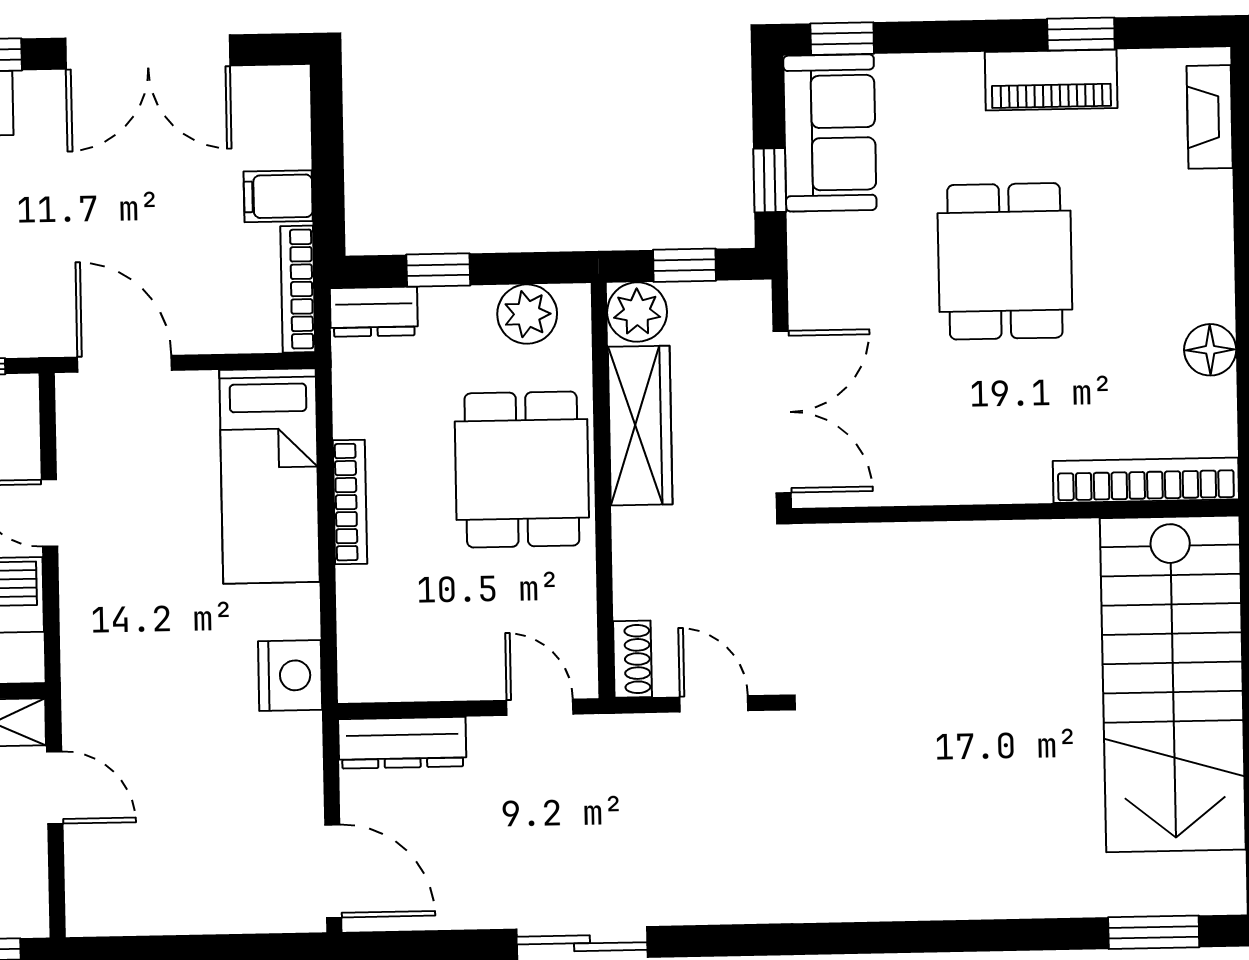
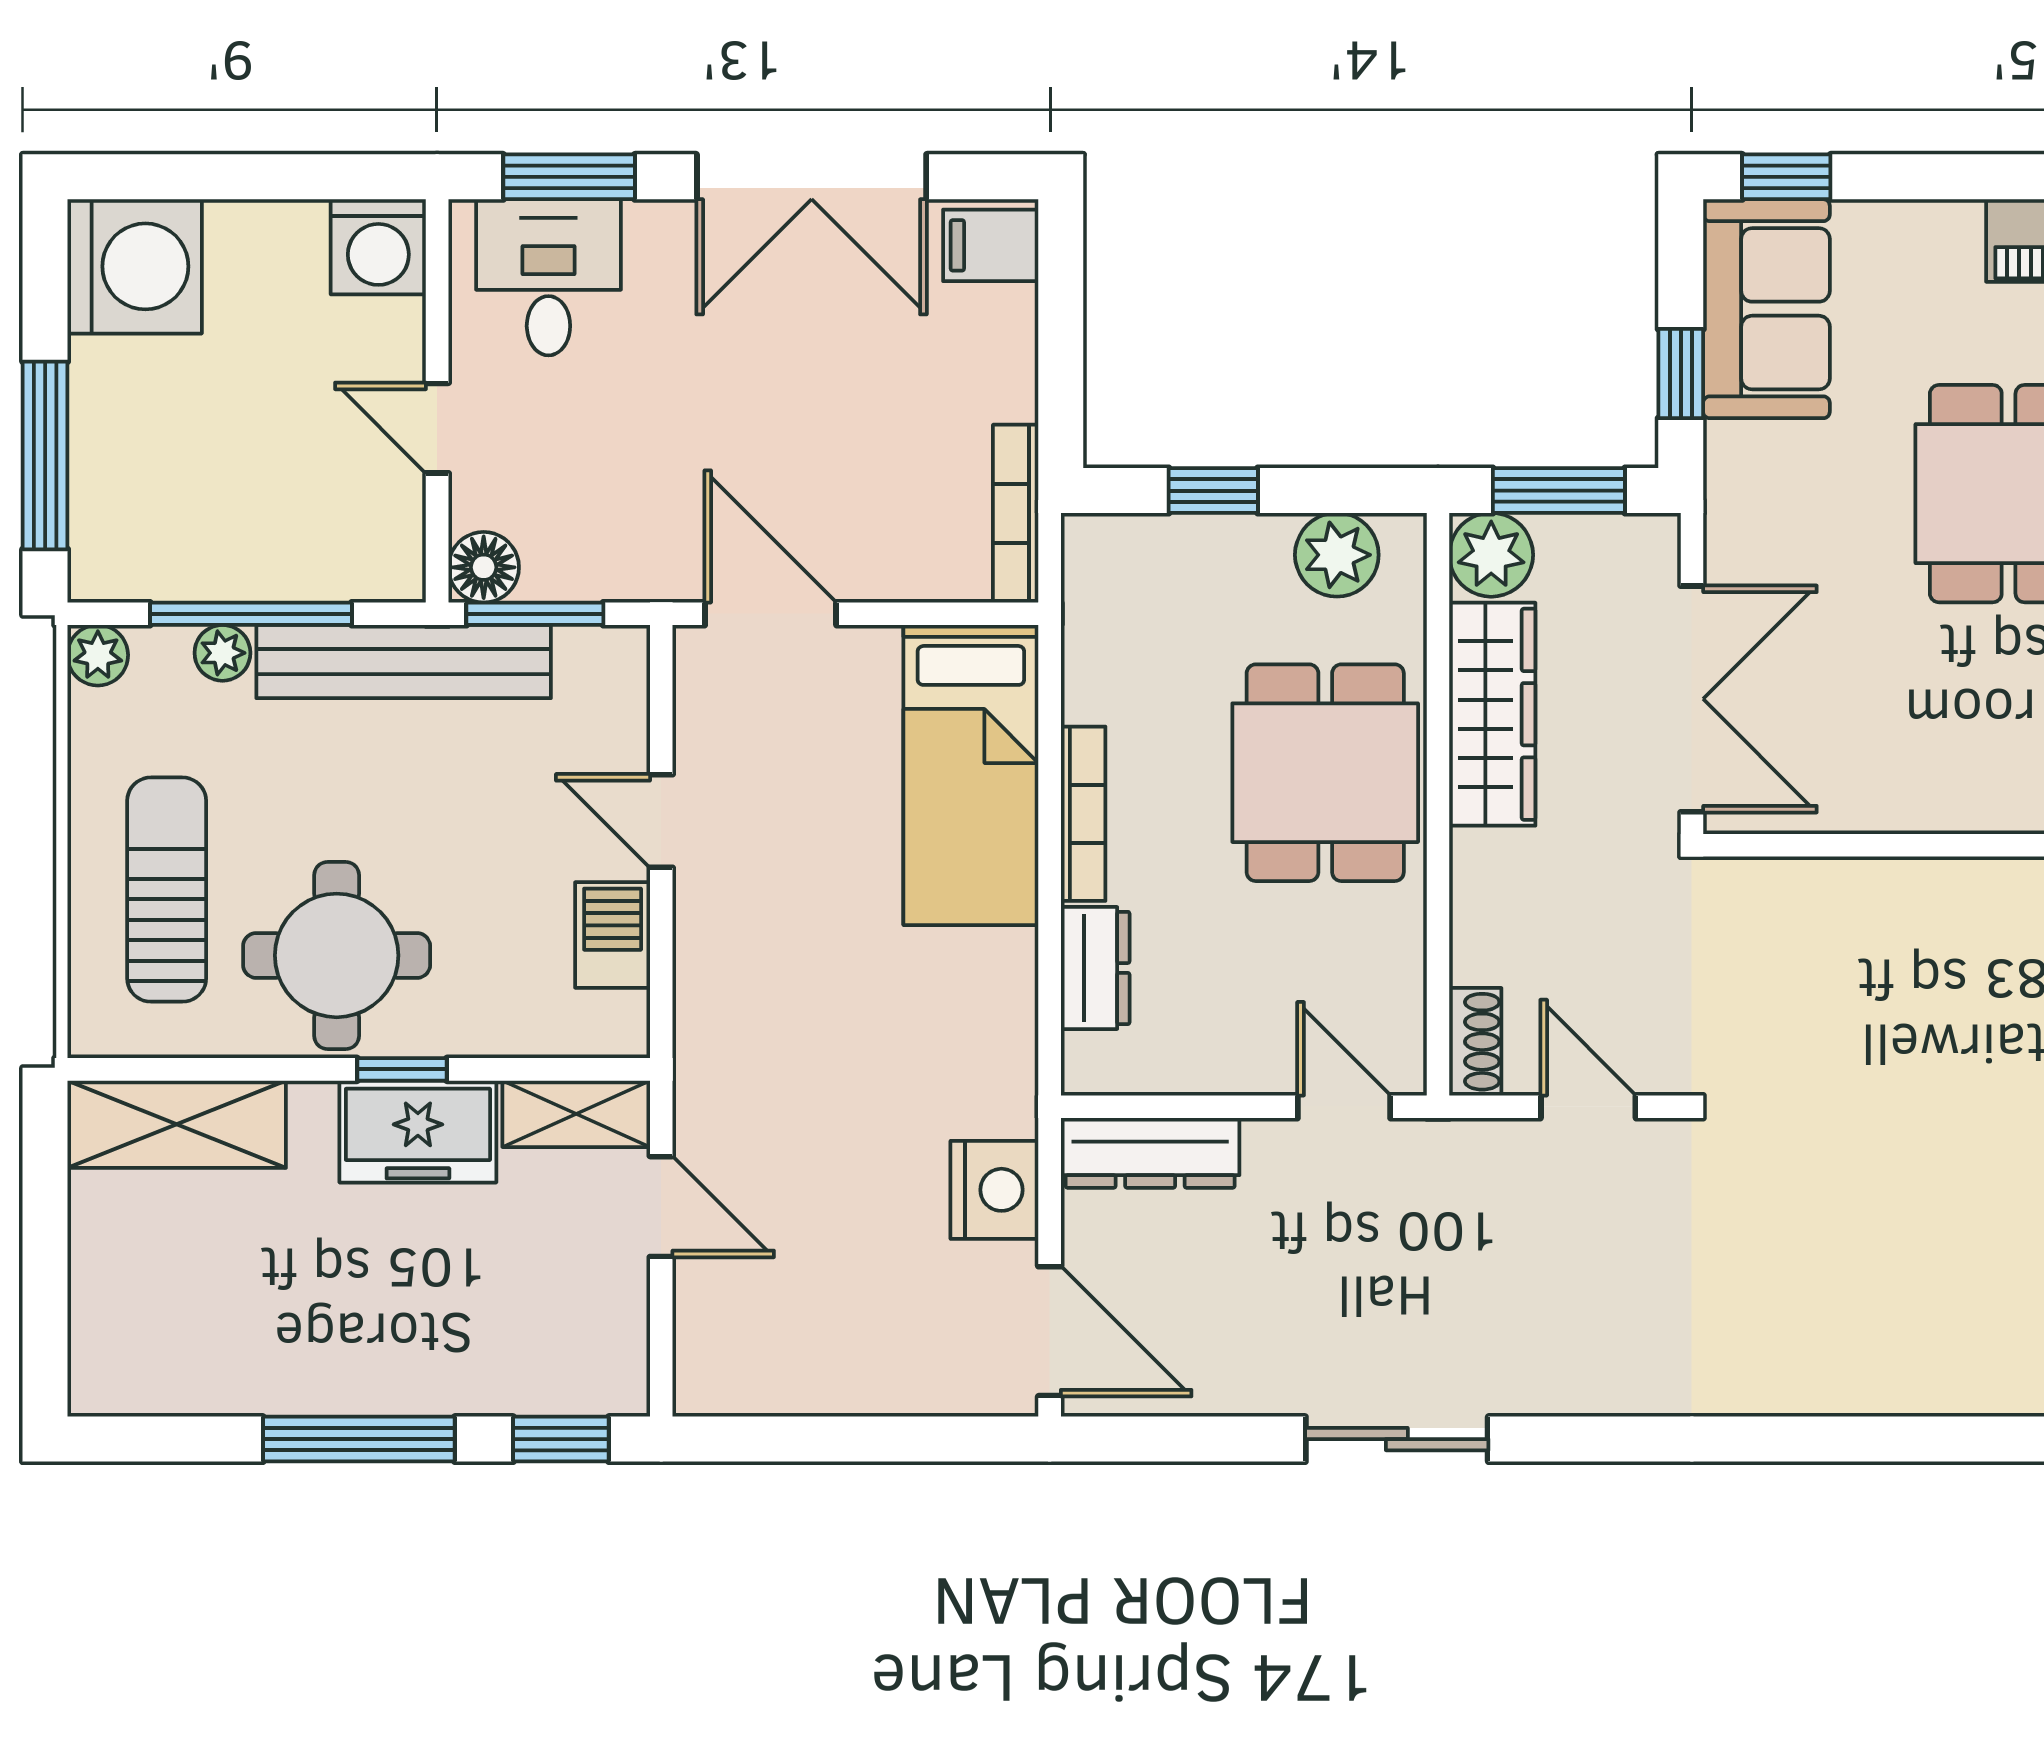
filing cabinet: (278, 196) -> (991, 245), moved
window: (684, 265) -> (1559, 491), width x1.50
dresser: (374, 312) -> (1095, 968), moved, turned -90
nightstand: (290, 675) -> (994, 1190), moved

